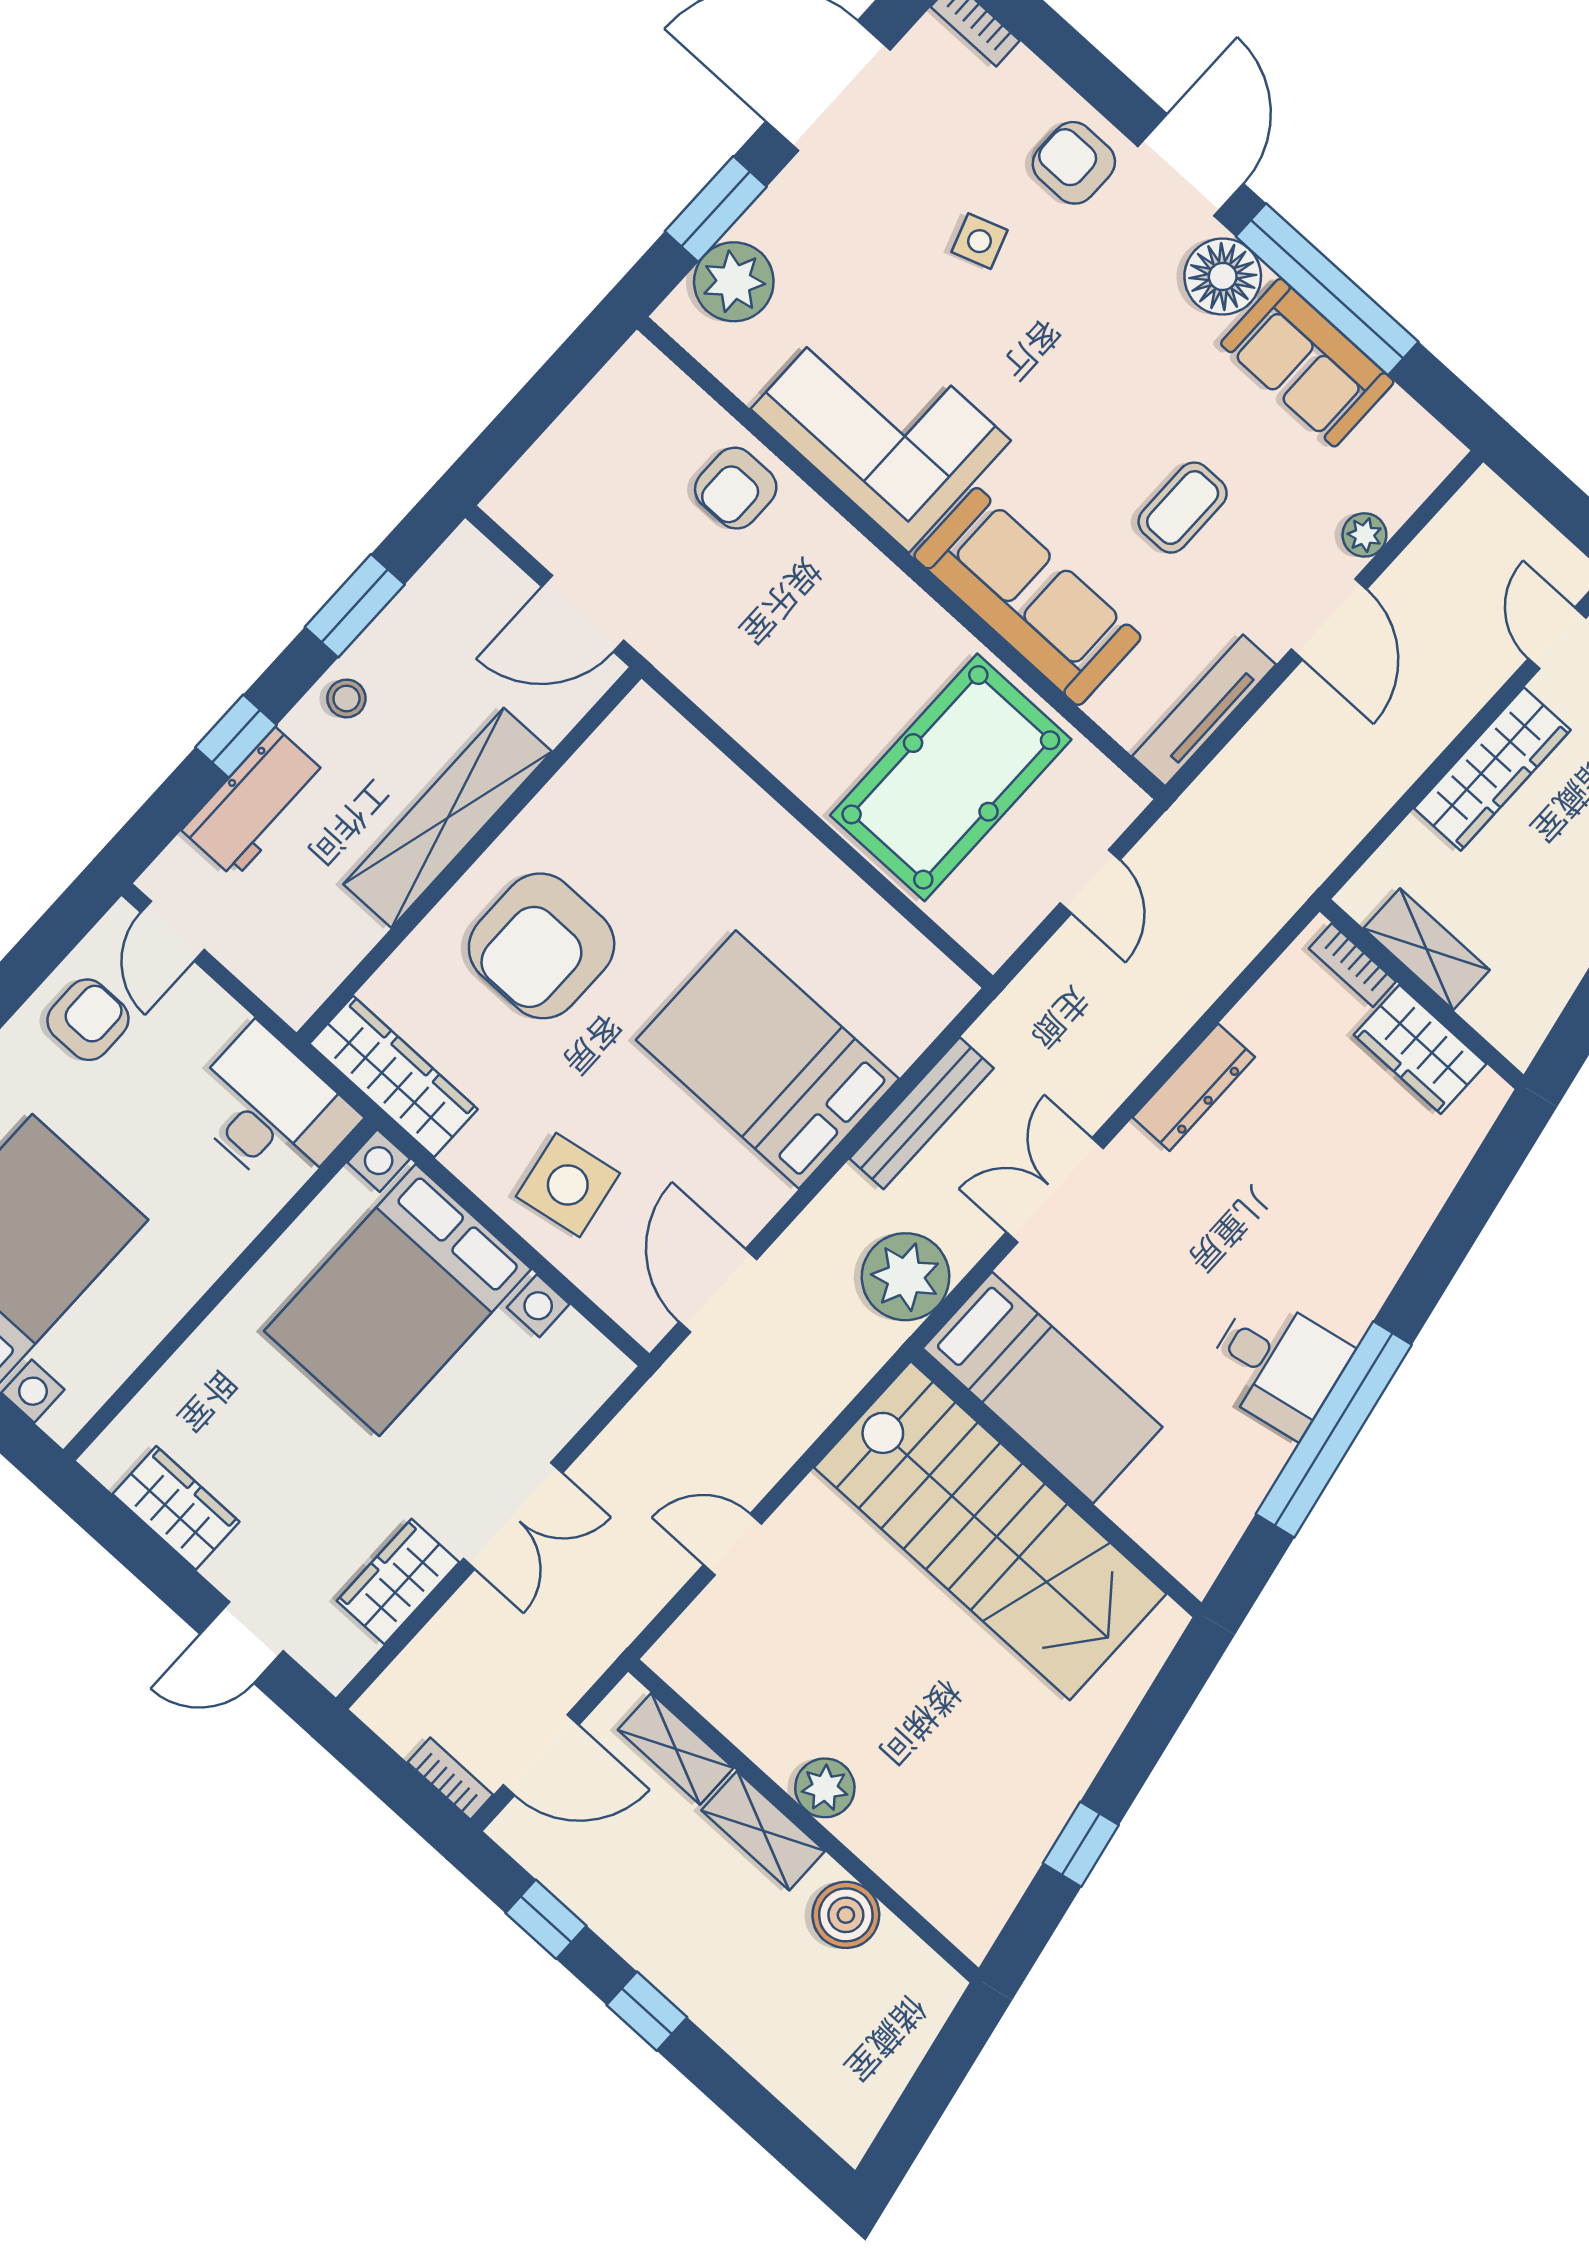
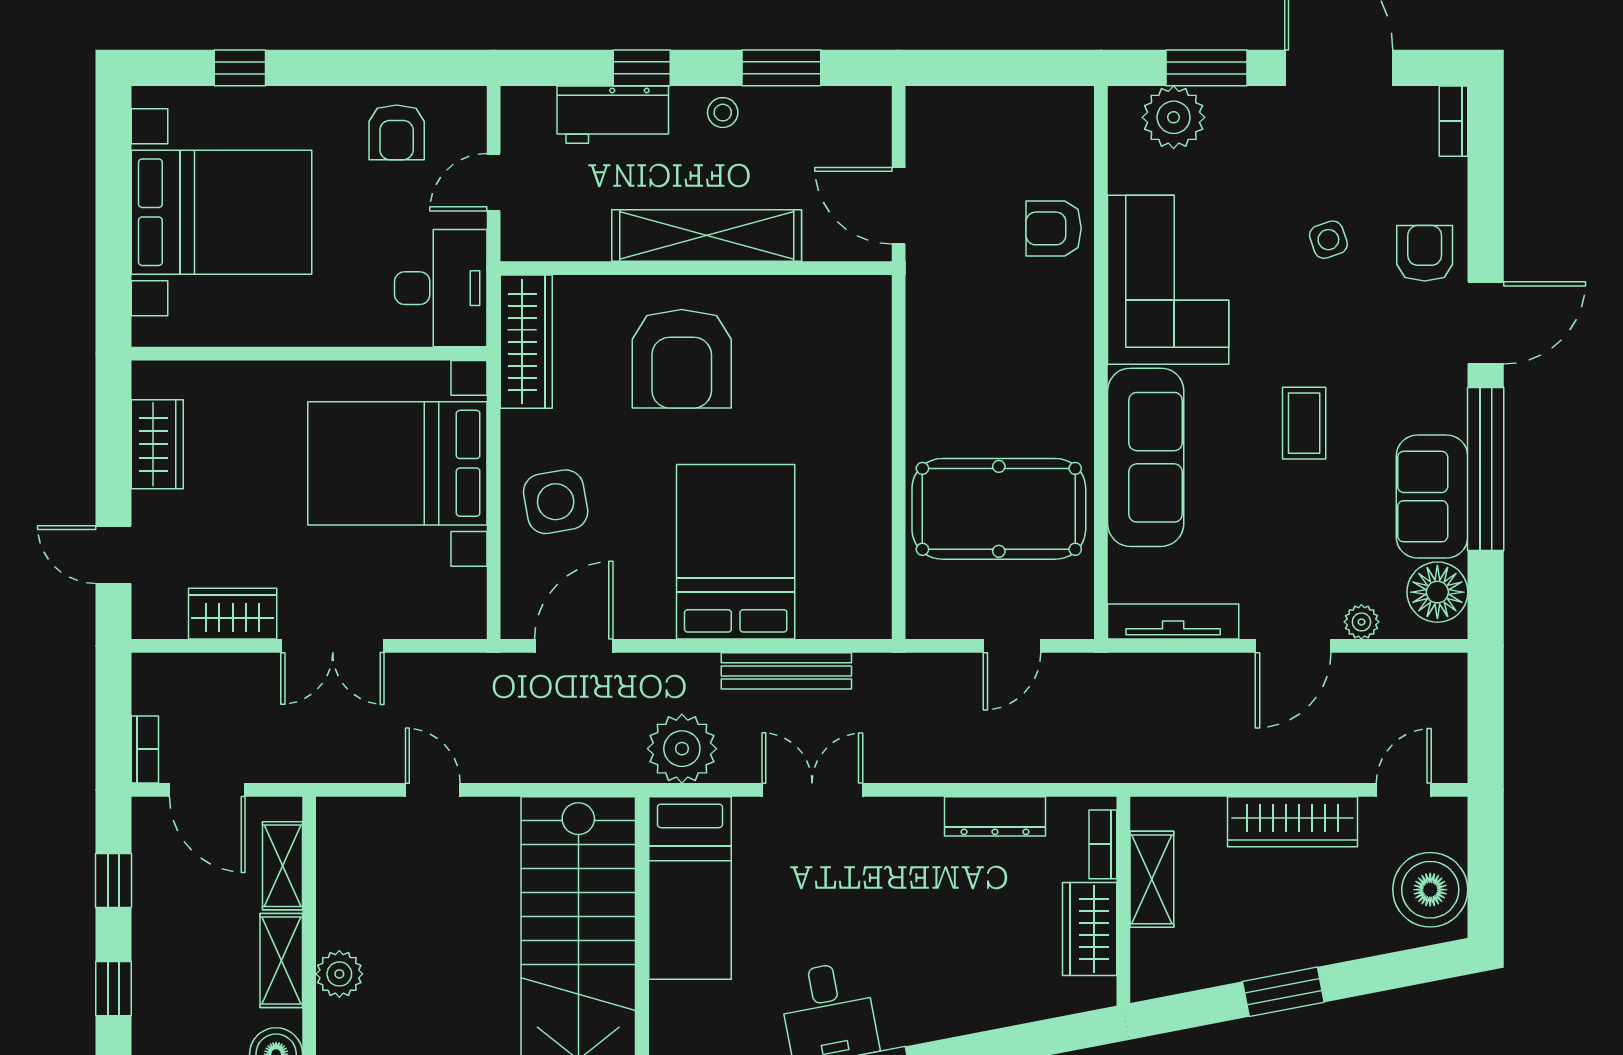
floor lamp: (1223, 276) -> (1437, 592), moved
coffee table: (1183, 508) -> (1304, 423), moved, turned 90
door: (173, 931) -> (494, 182), moved
armchair: (542, 946) -> (682, 359), turned -90
armchair: (88, 1020) -> (397, 132), turned 90
dresser: (1194, 1087) -> (995, 816), moved

